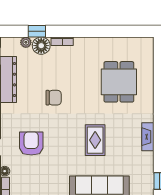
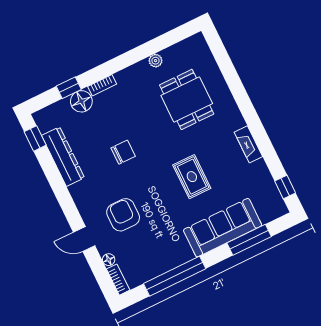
plant: (26, 42) -> (155, 61), moved

